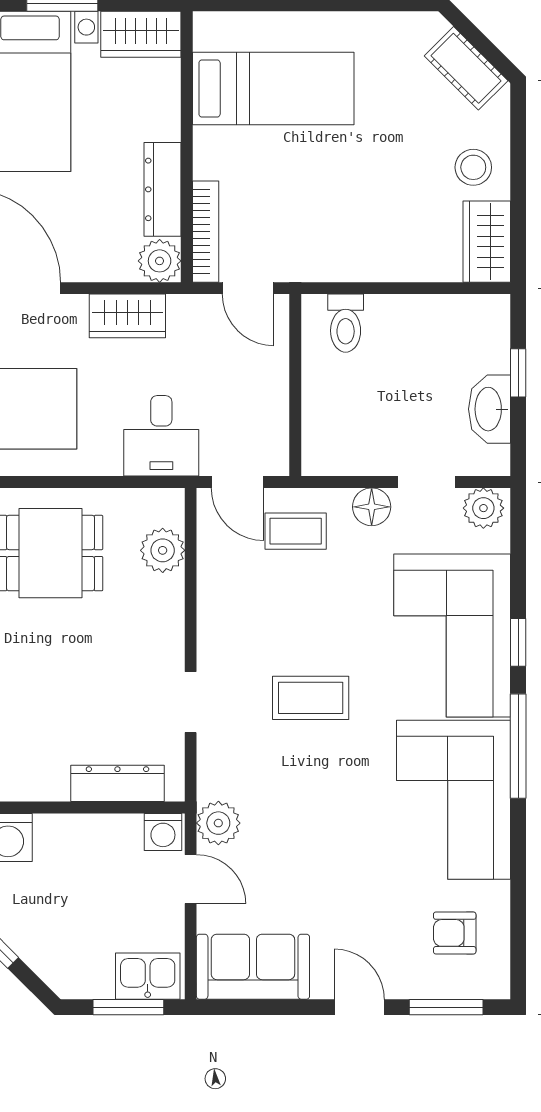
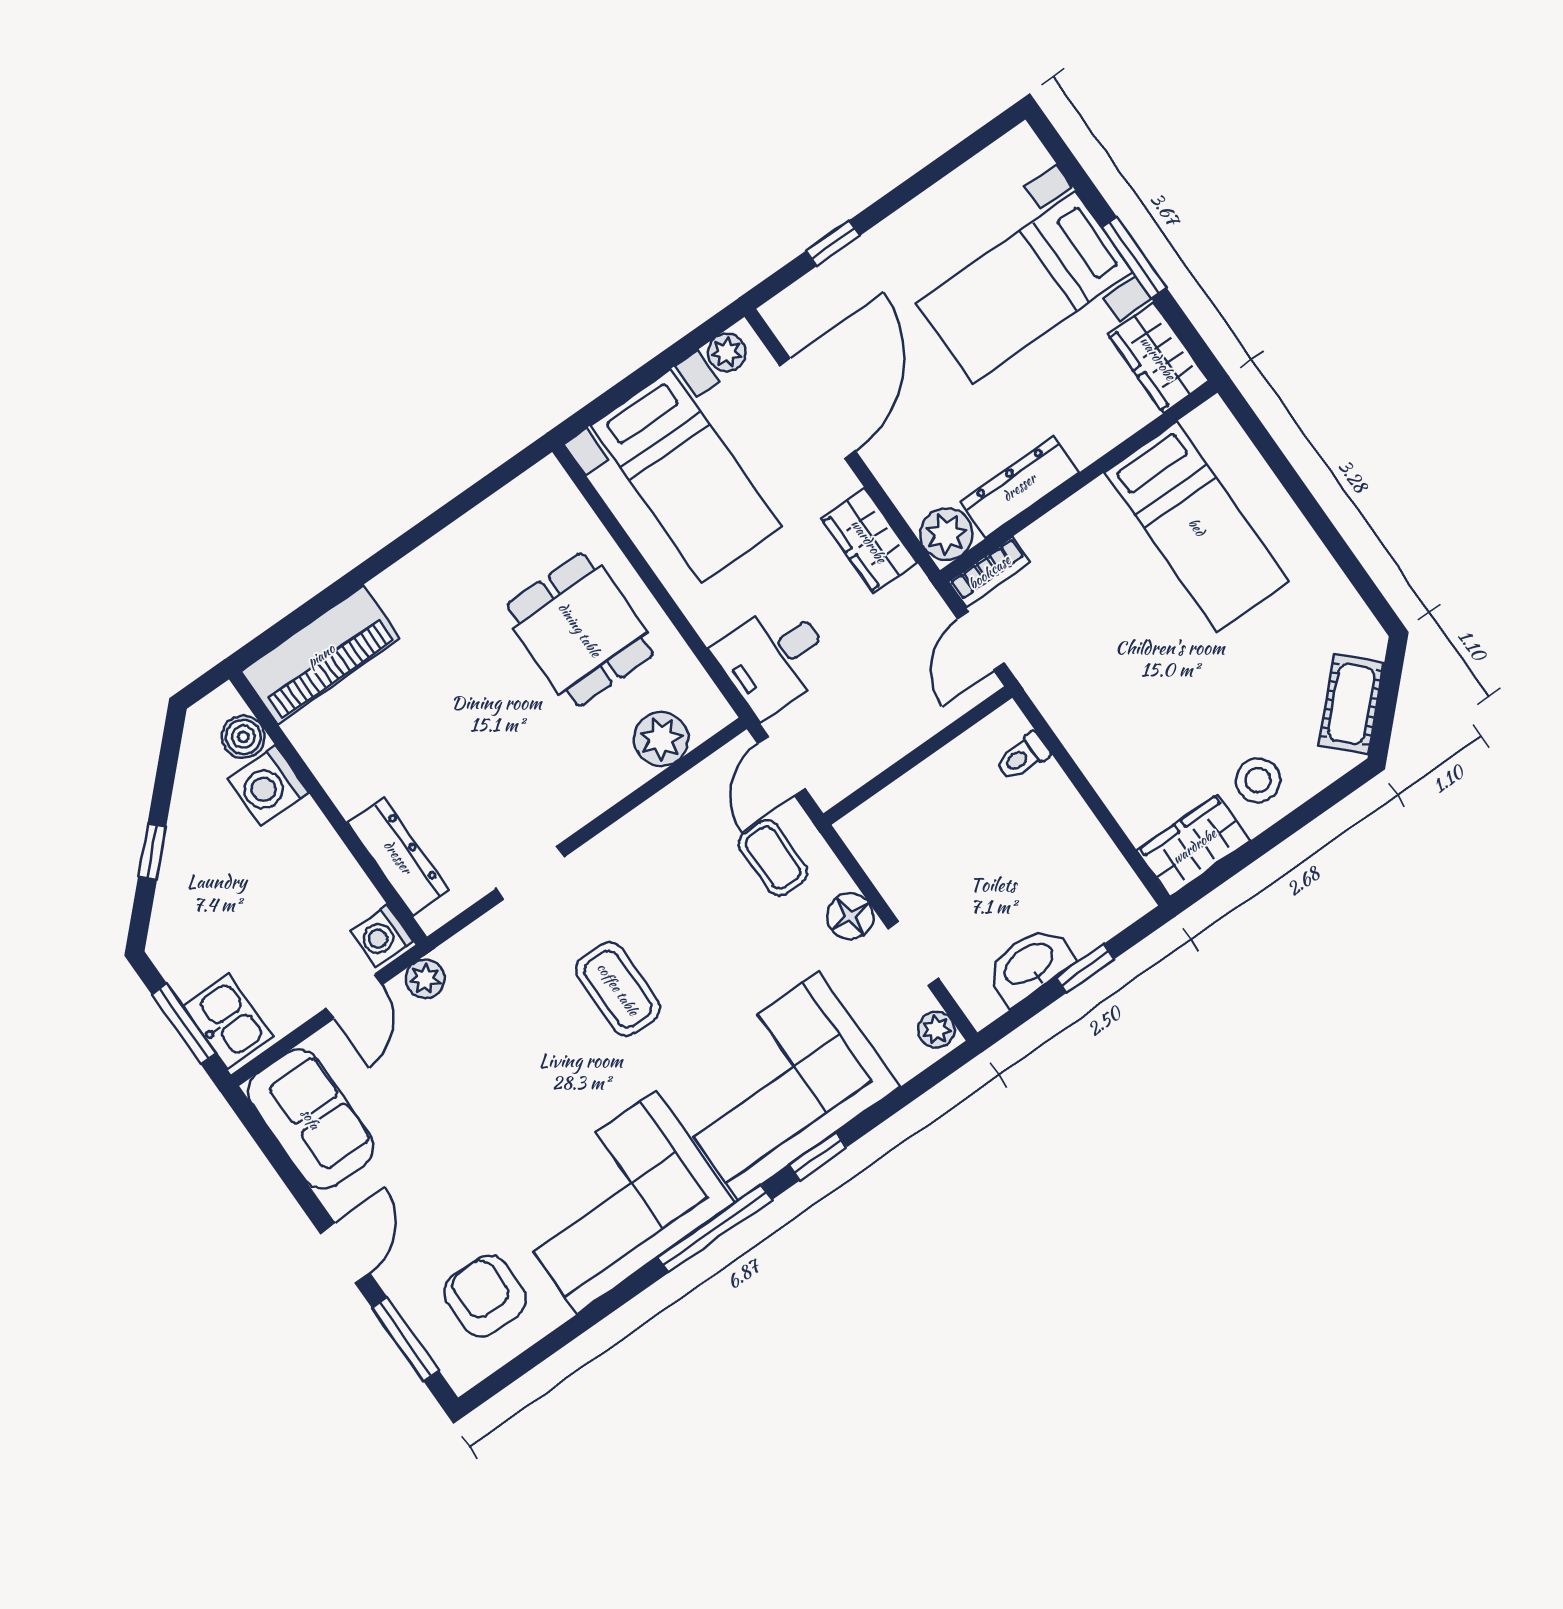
bookcase: (206, 232) -> (989, 572), width x0.64
toilet: (346, 323) -> (1022, 757), width x0.73, depth x0.72
plant: (483, 508) -> (936, 1030), width x0.73, depth x0.73
plant: (218, 823) -> (425, 979), width x0.73, depth x0.73
armchair: (455, 933) -> (485, 1296), width x1.38, depth x1.38

